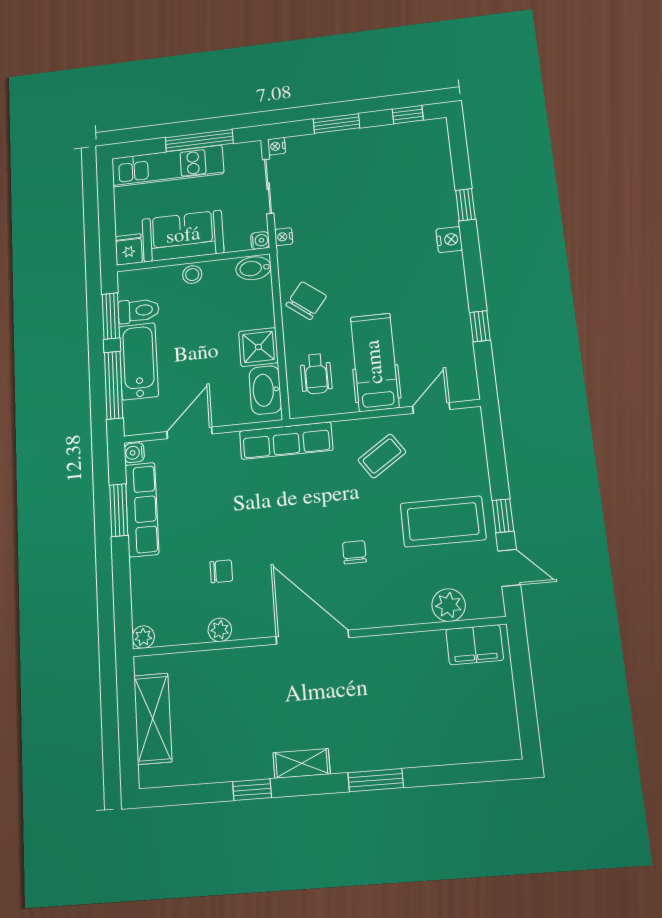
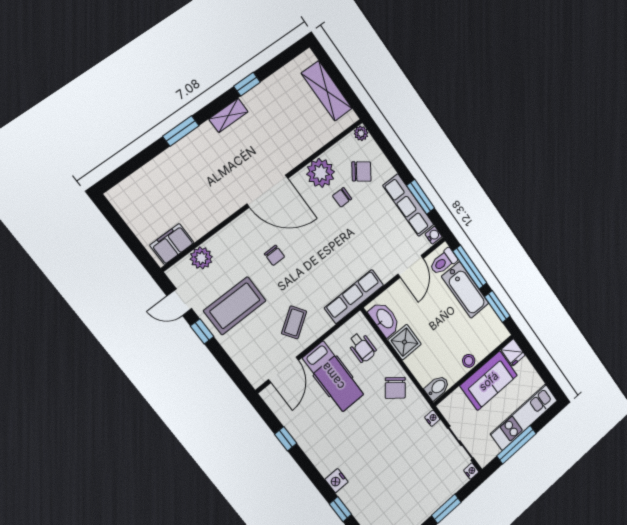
water cooler: (260, 240) -> (444, 407), removed
toilet: (139, 311) -> (443, 262), moved
wheelchair: (316, 374) -> (362, 347), turned 180
door: (431, 408) -> (283, 370), width x1.37
chair: (175, 588) -> (361, 171), added
plant: (220, 630) -> (321, 173), width x1.88, depth x1.88

